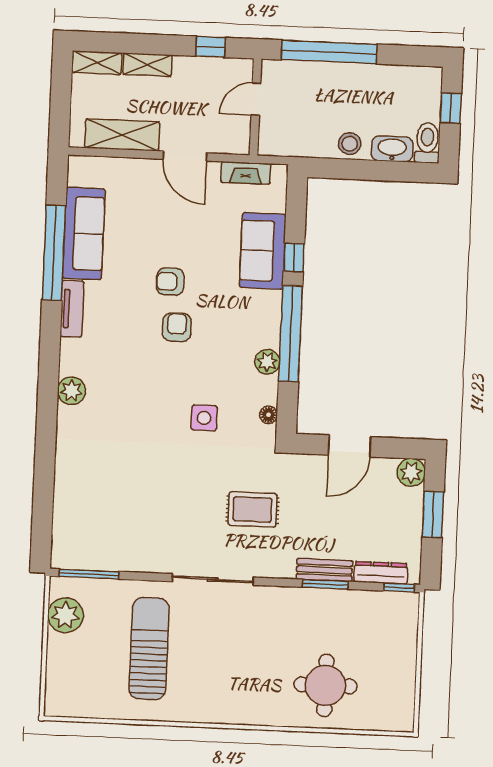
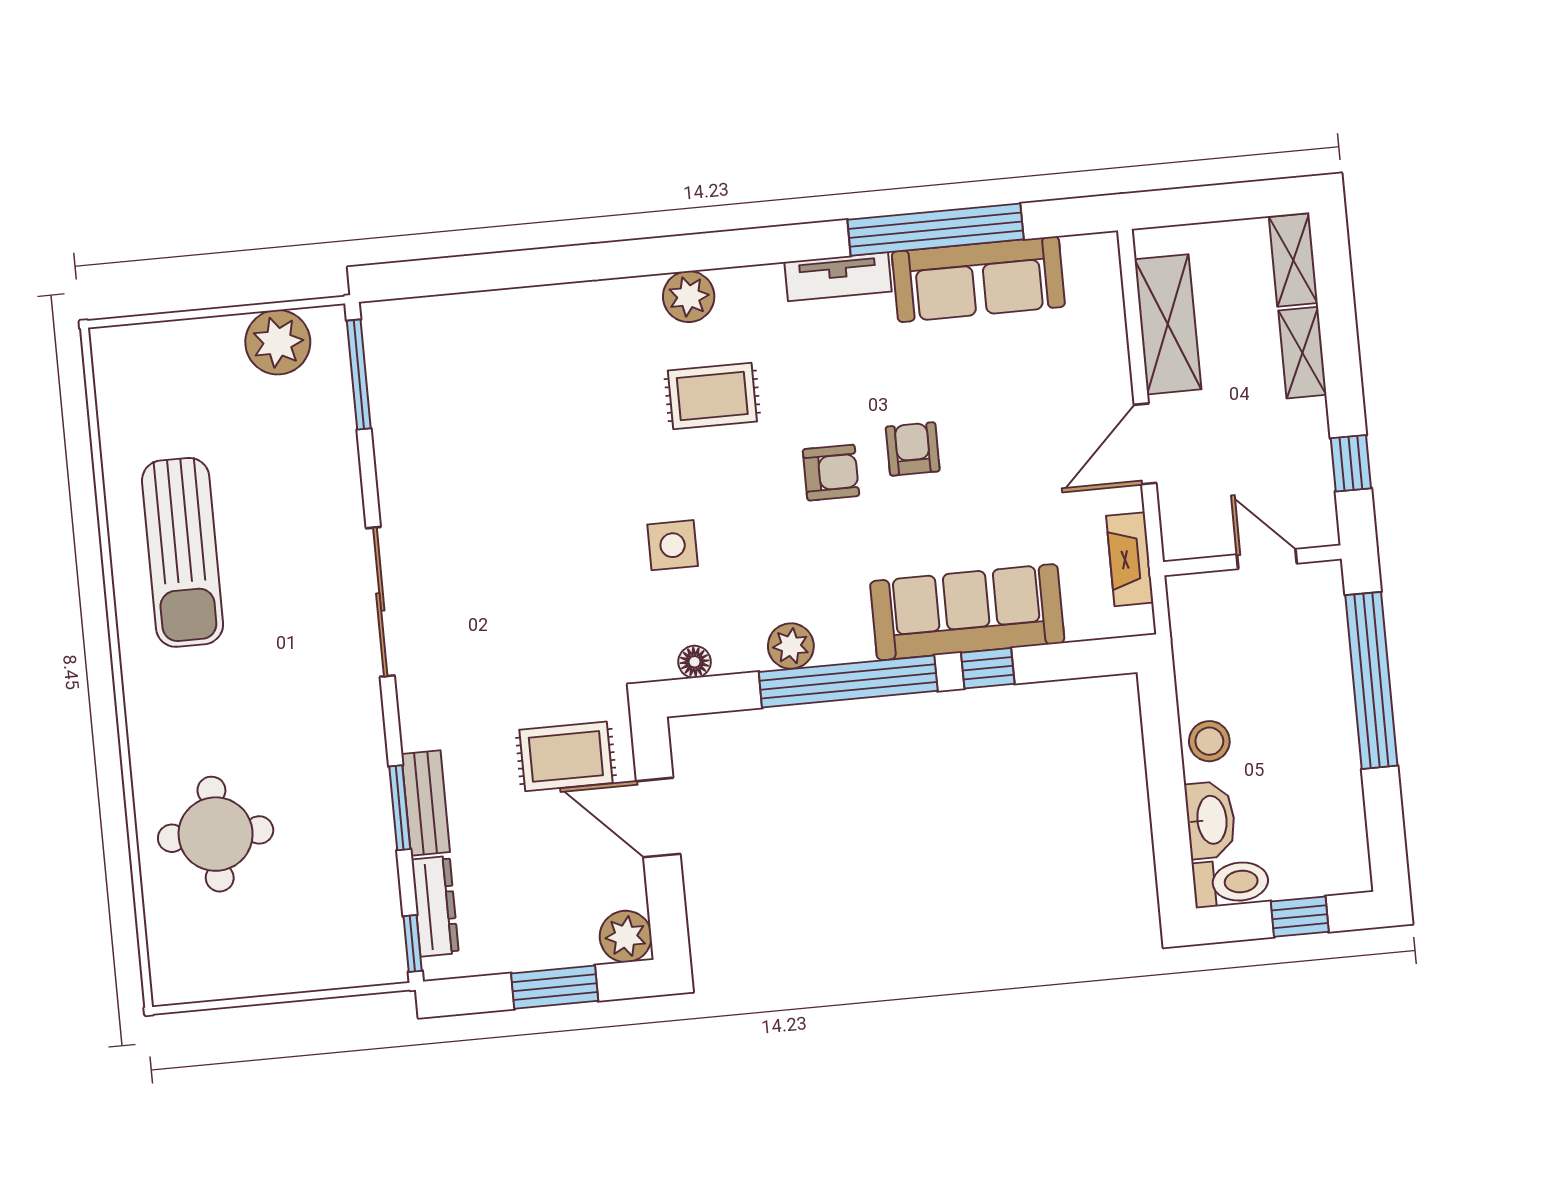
sofa: (263, 251) -> (967, 612), width x1.36
rug: (127, 385) -> (712, 396), added
rug: (252, 509) -> (566, 756), moved, turned 90
sun lounger: (149, 649) -> (183, 552), moved, turned 90

